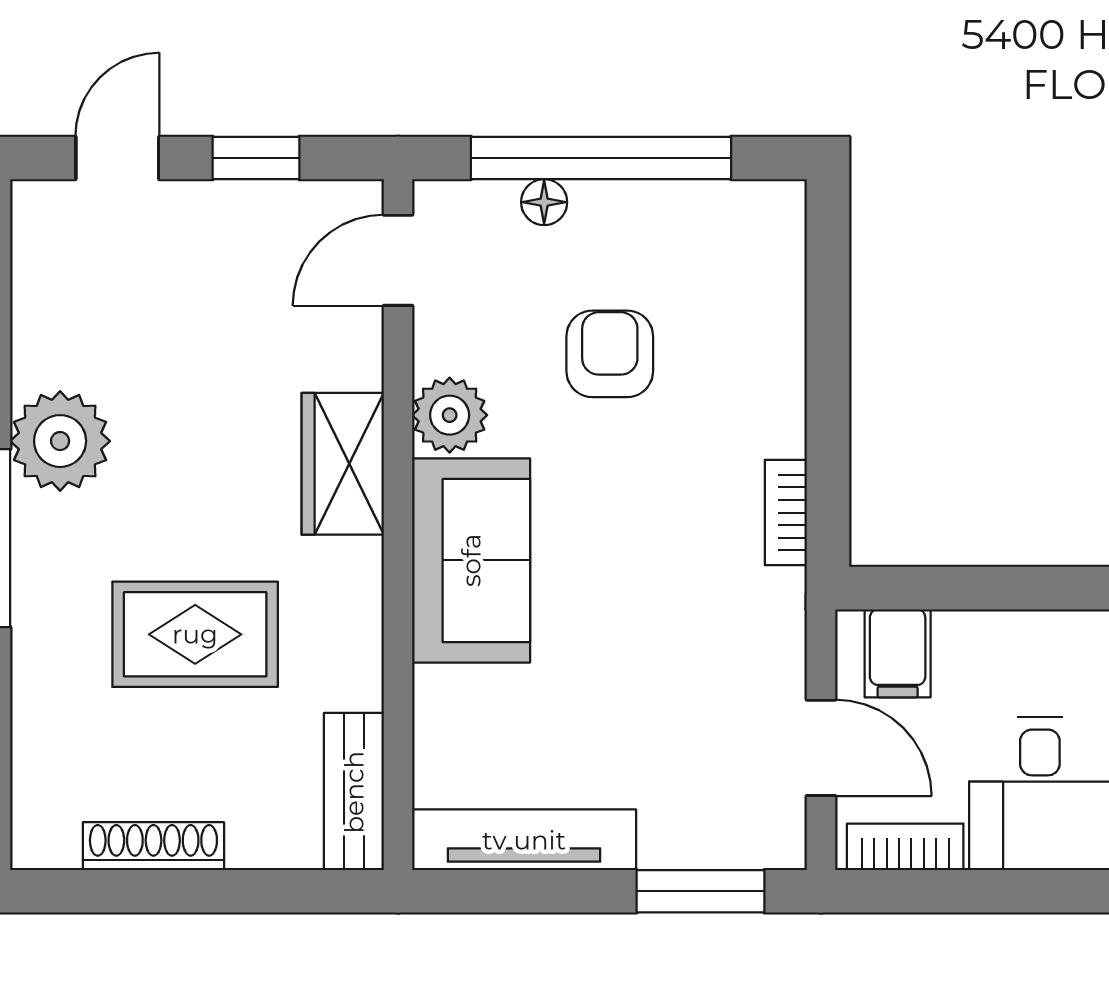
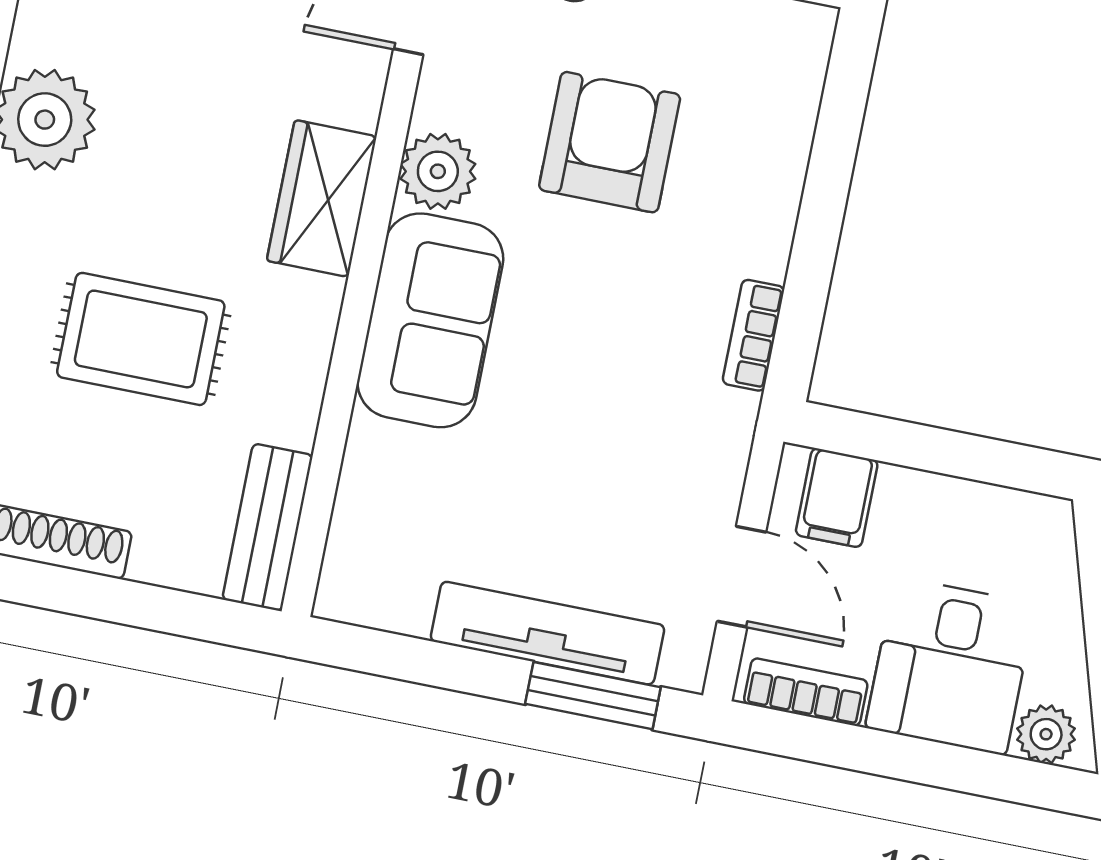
armchair: (610, 354) -> (610, 142), width x1.38, depth x1.38
tv unit: (524, 840) -> (547, 633), moved

